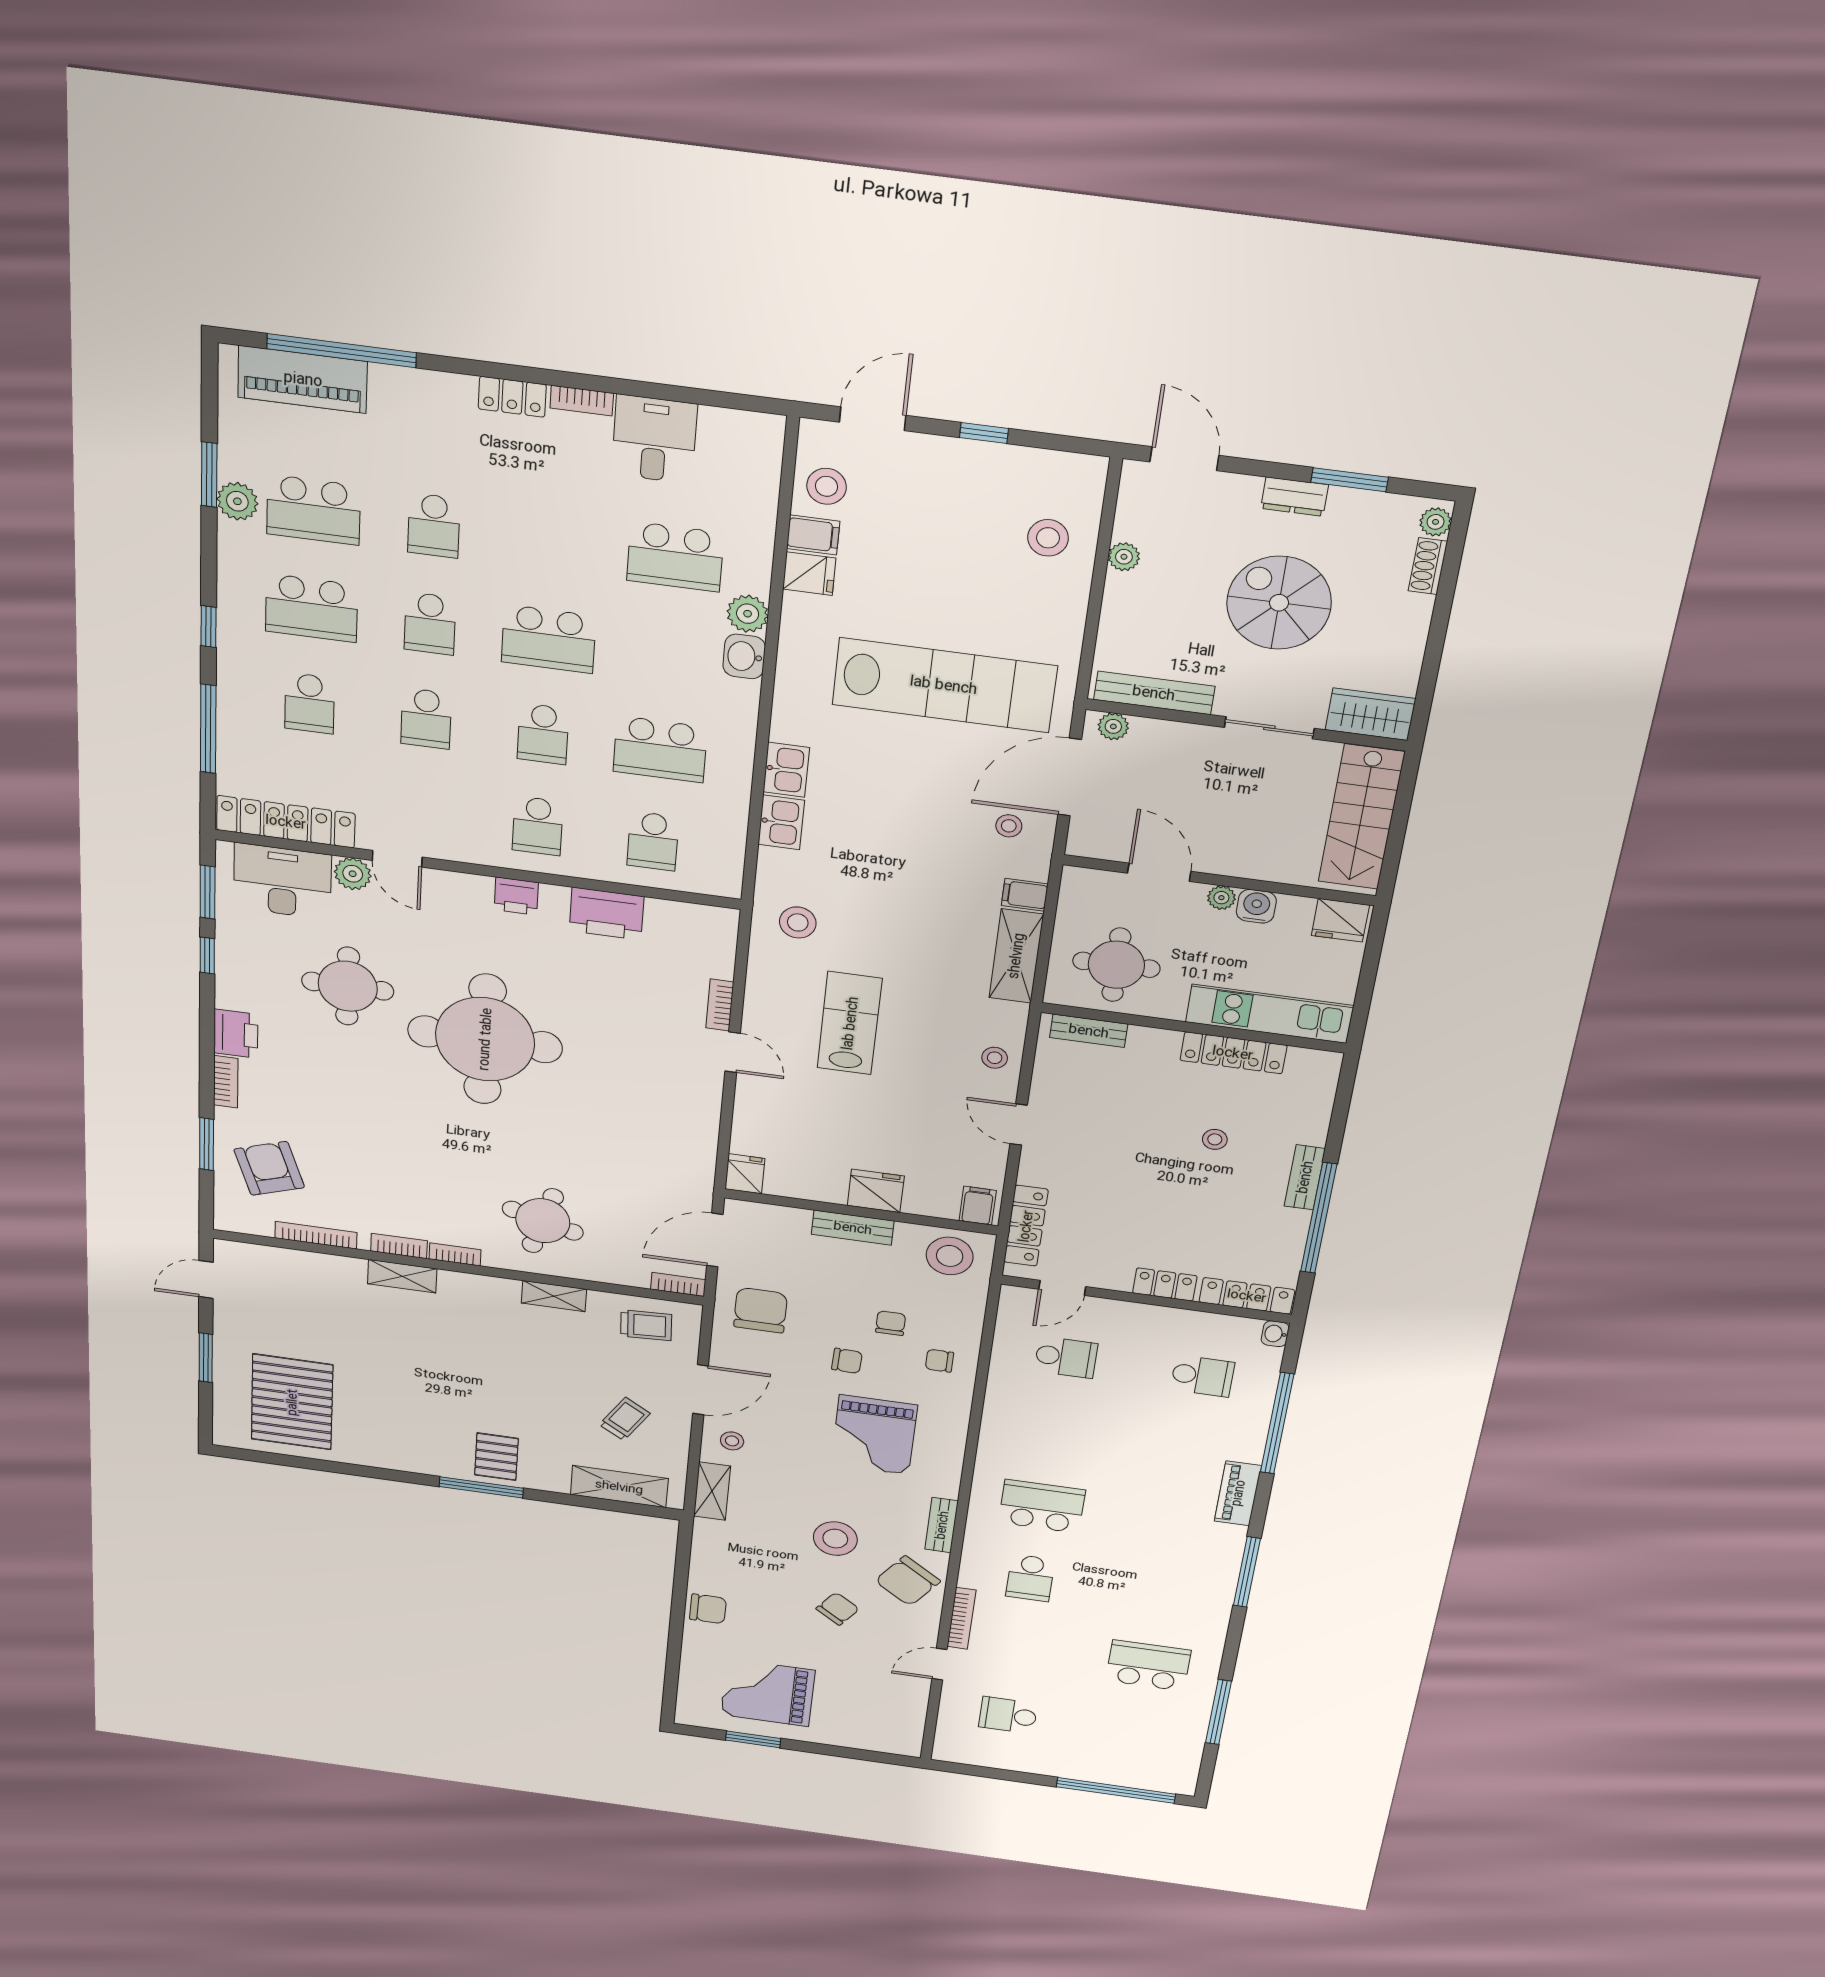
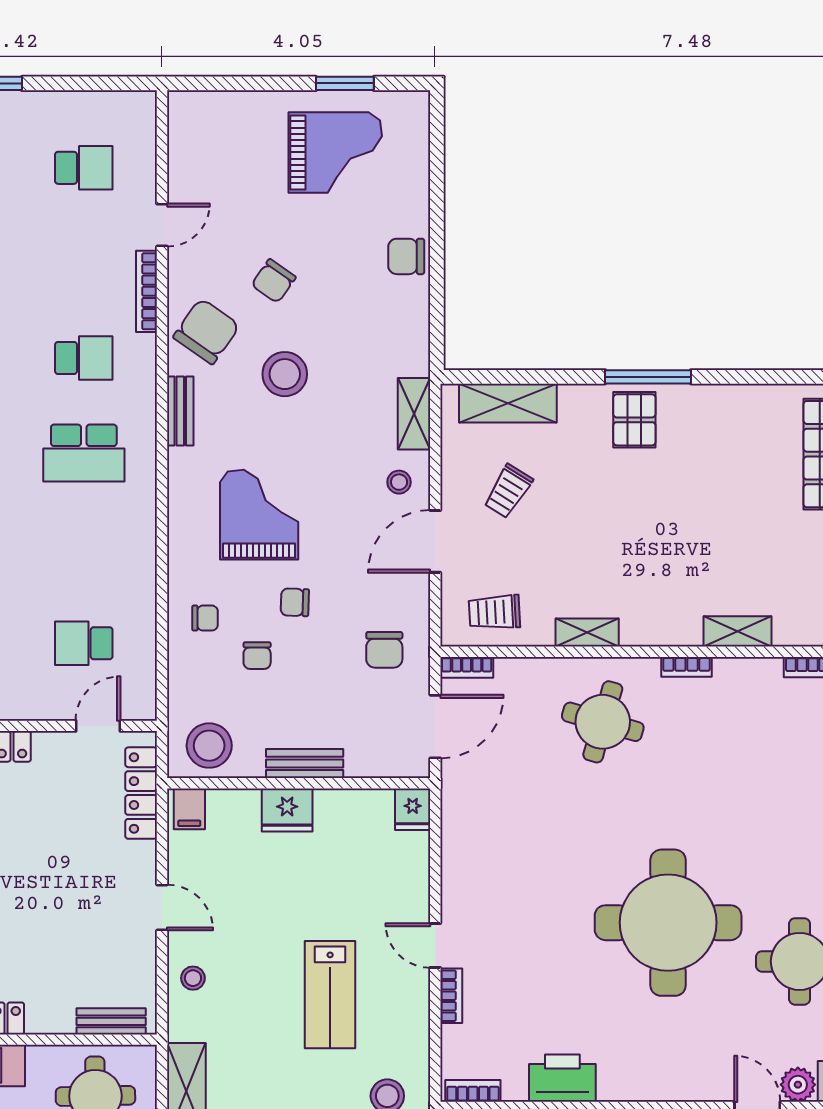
printer: (516, 896) -> (646, 1084), removed
bookcase: (399, 1246) -> (473, 1091), moved, turned 180
chair: (761, 1310) -> (384, 650), width x0.73, depth x0.73
school desk: (1030, 1578) -> (84, 358), turned 90

